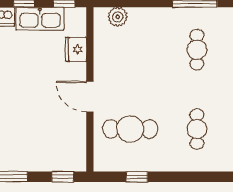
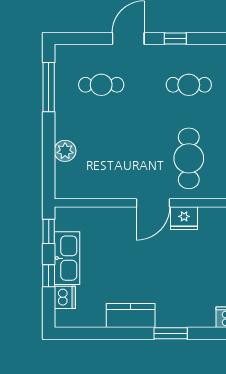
plant: (118, 17) -> (65, 151), moved
fridge: (76, 49) -> (184, 218), moved

